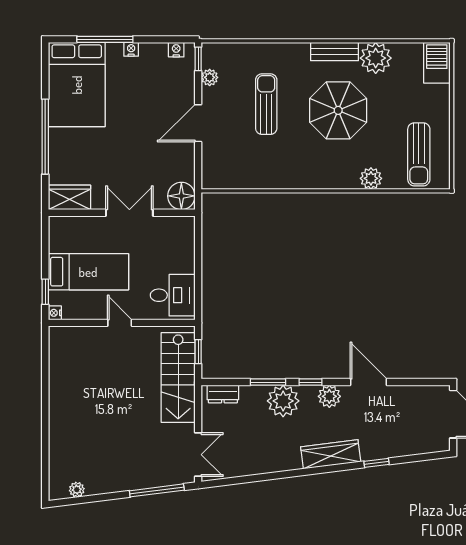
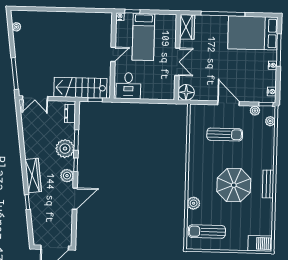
plant: (376, 58) -> (270, 121), moved, width x0.53, depth x0.53
sun lounger: (266, 104) -> (225, 134), moved

